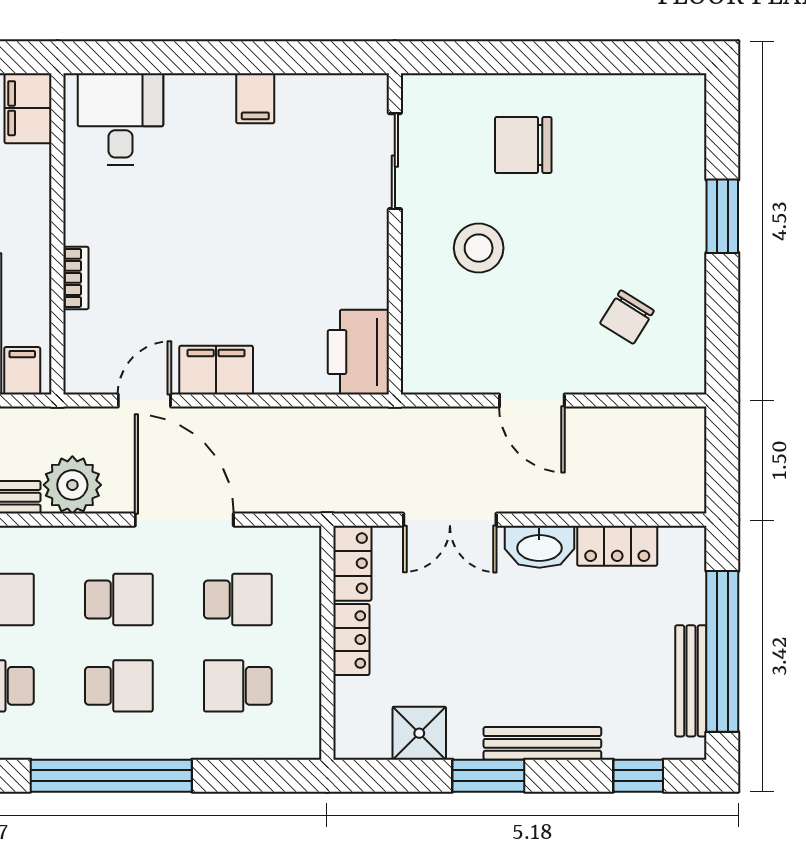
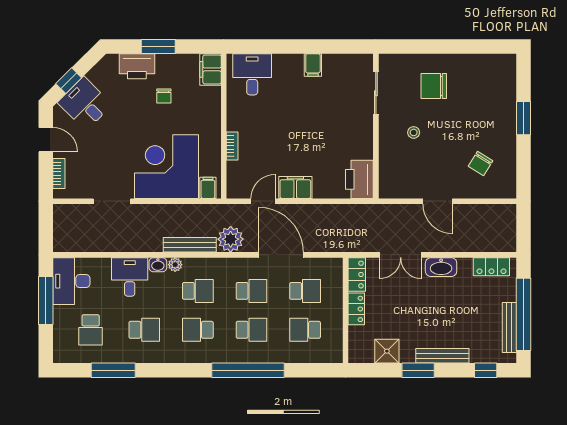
stool: (479, 248) -> (414, 132), width x0.53, depth x0.53
locker: (617, 546) -> (491, 267), moved

